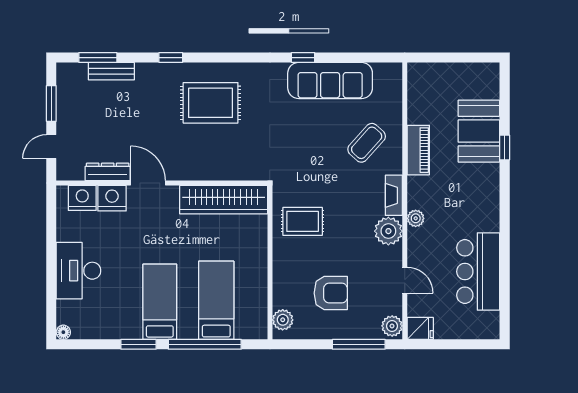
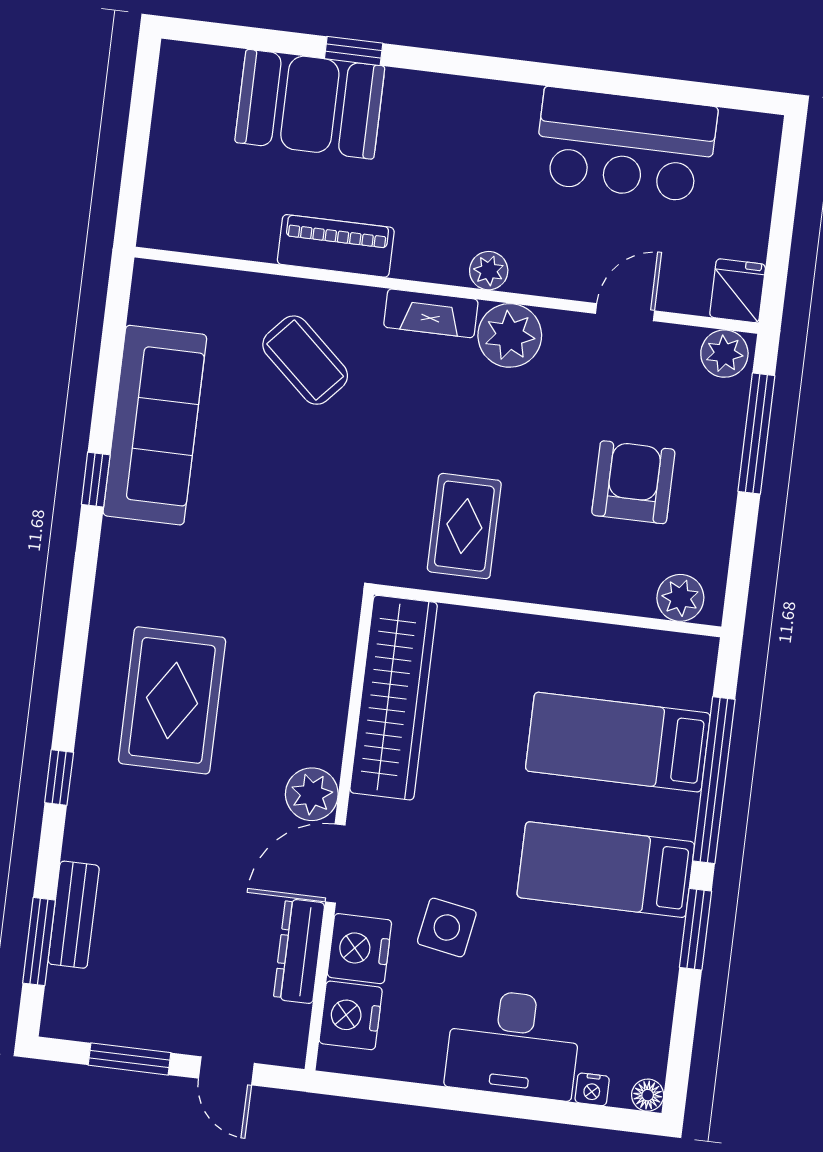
plant: (177, 169) -> (312, 794), added
side table: (126, 235) -> (447, 927), added
nightstand: (63, 308) -> (592, 1089), added

